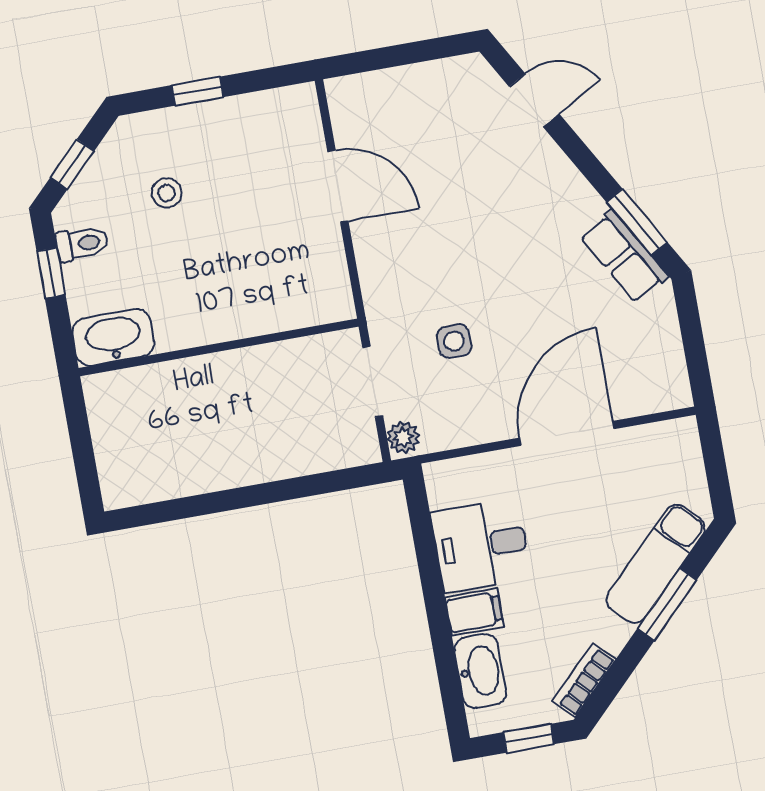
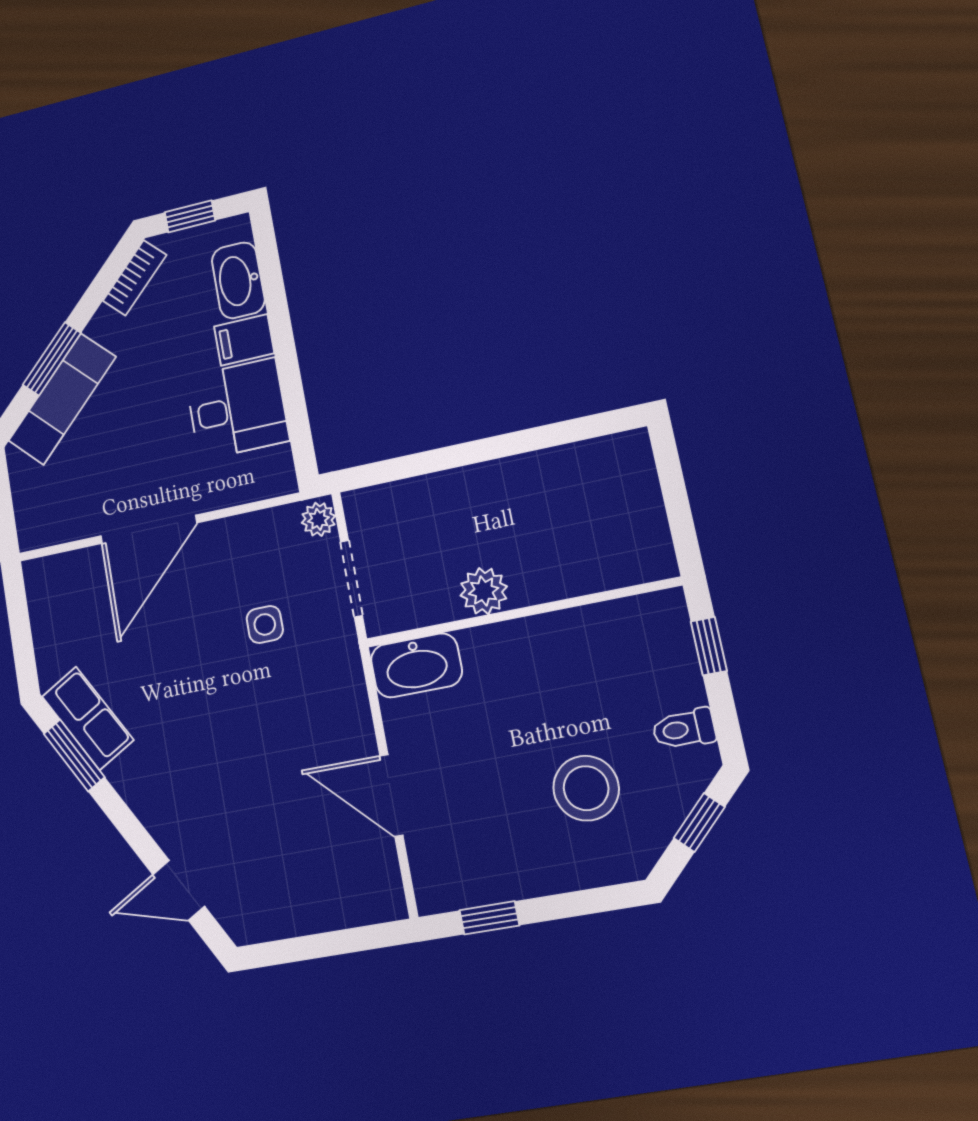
window: (197, 91) -> (489, 918), moved
stool: (167, 193) -> (586, 788), width x1.89, depth x1.89
window: (51, 273) -> (709, 646), moved
washbasin: (113, 337) -> (416, 665), moved
plant: (252, 367) -> (484, 591), added

